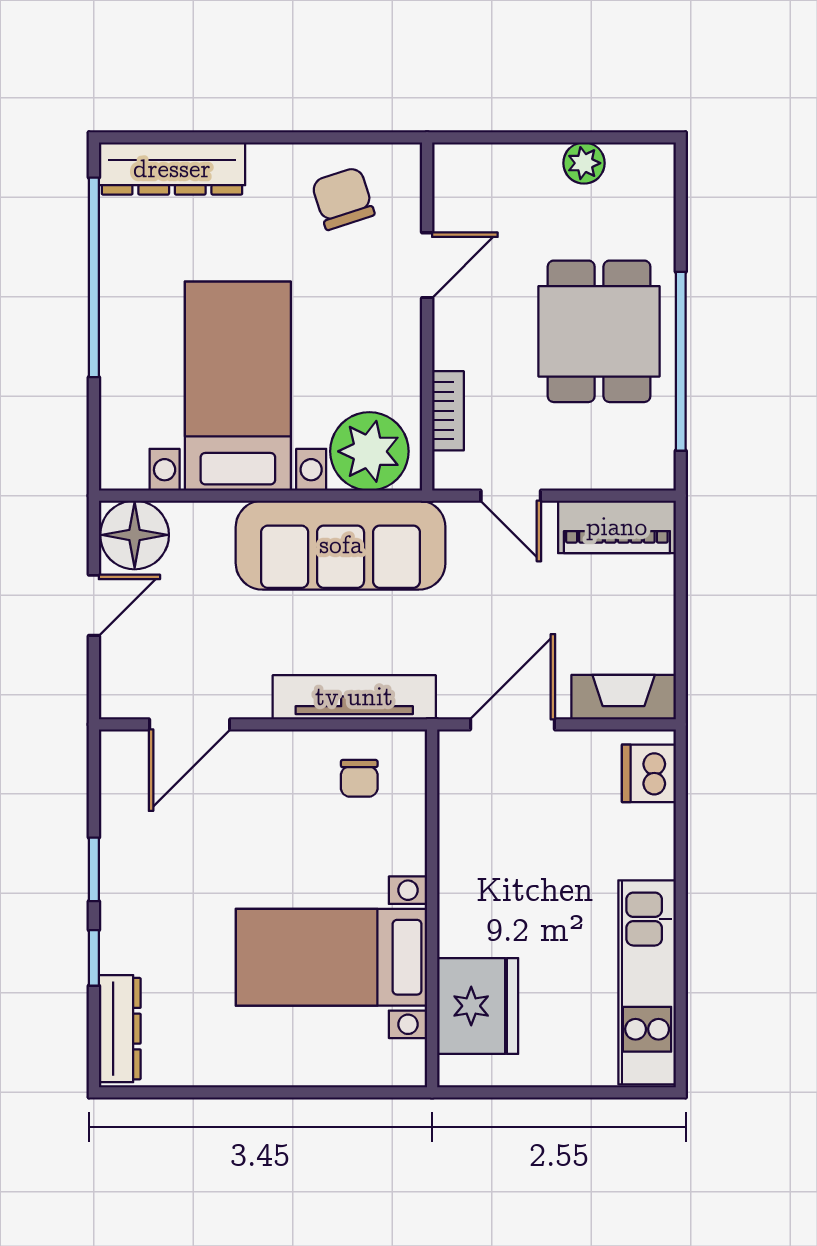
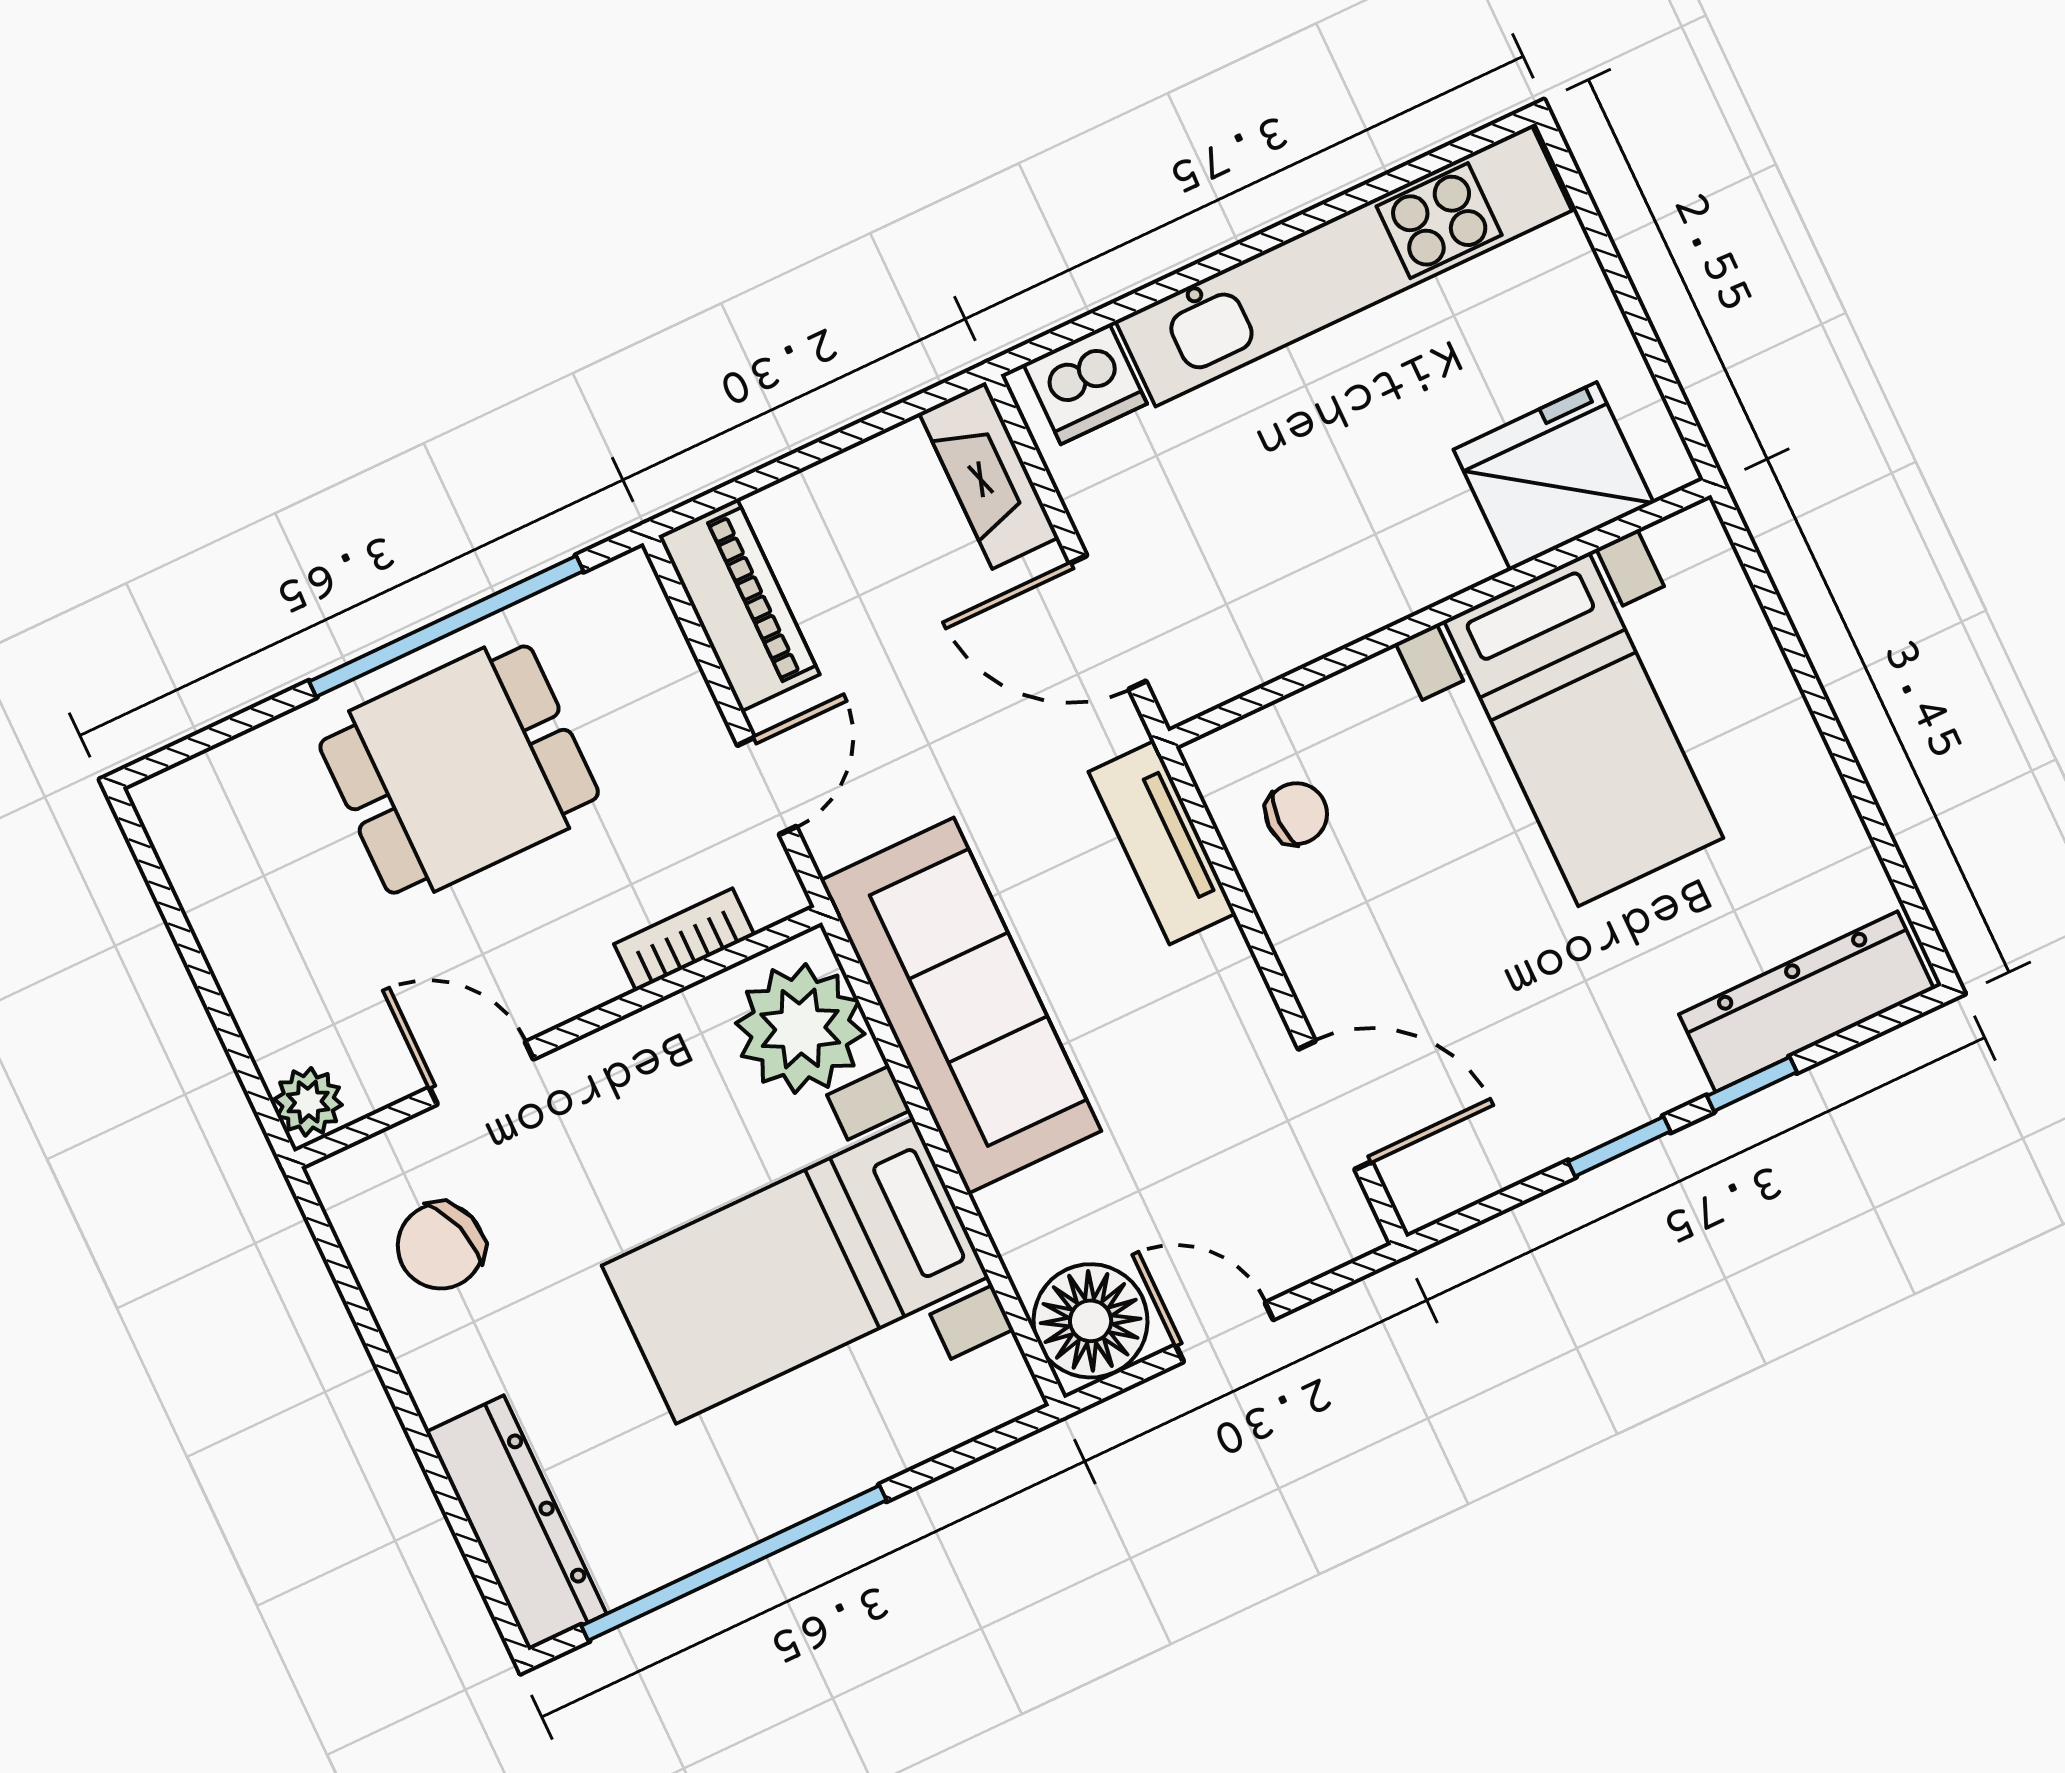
plant: (584, 163) -> (308, 1102), moved
tv unit: (354, 697) -> (1162, 843), width x0.71
kitchen unit: (647, 982) -> (1343, 266), width x1.36
dresser: (120, 1029) -> (1806, 1002), width x1.37, depth x1.24

